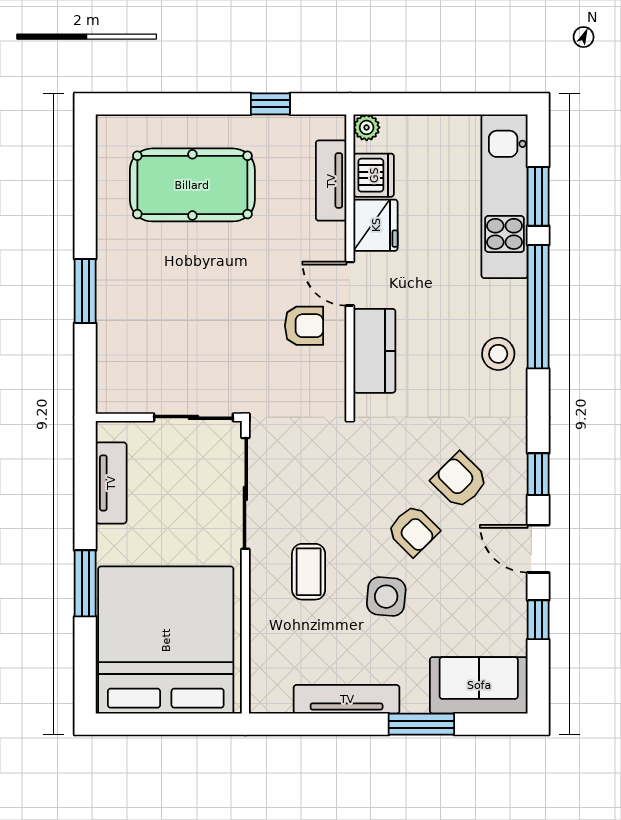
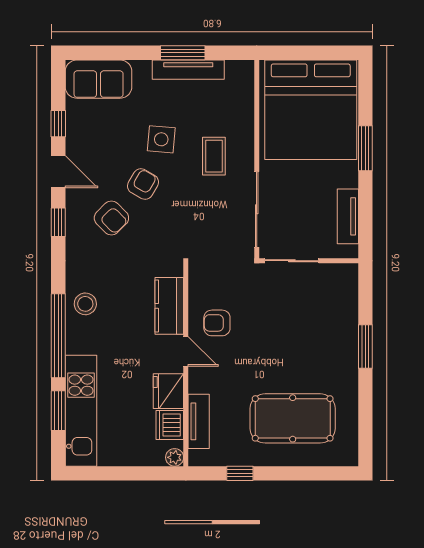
armchair: (413, 531) -> (143, 184), turned 75
window: (421, 724) -> (183, 53), moved

